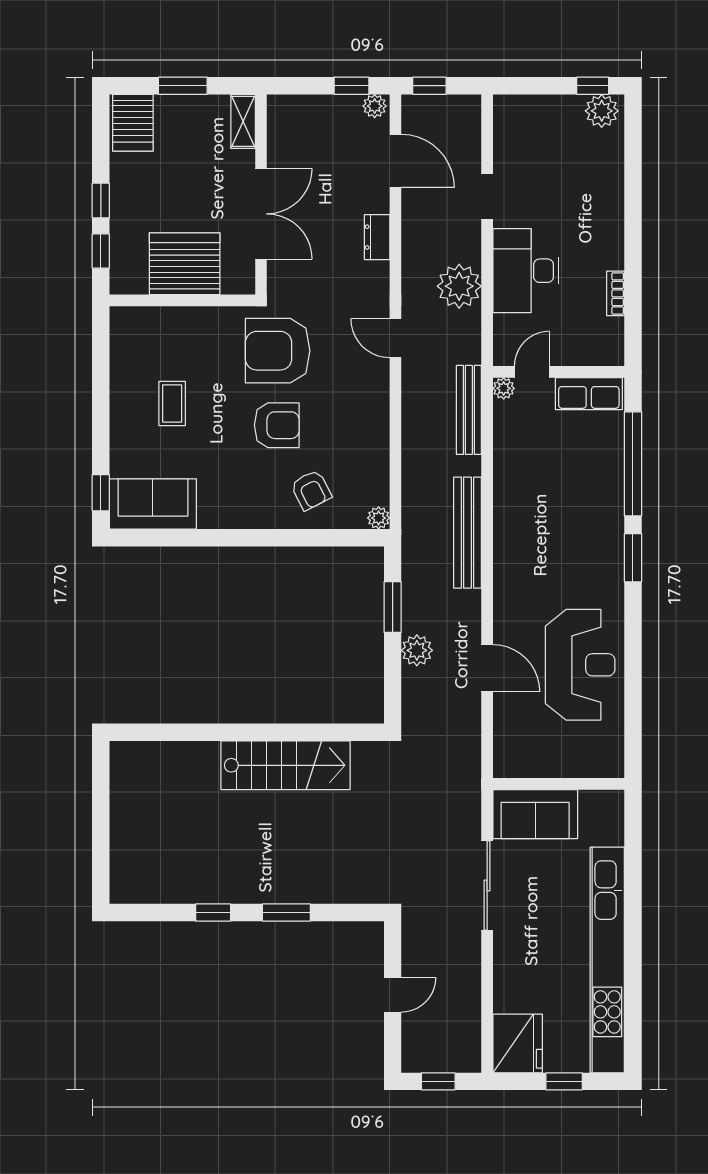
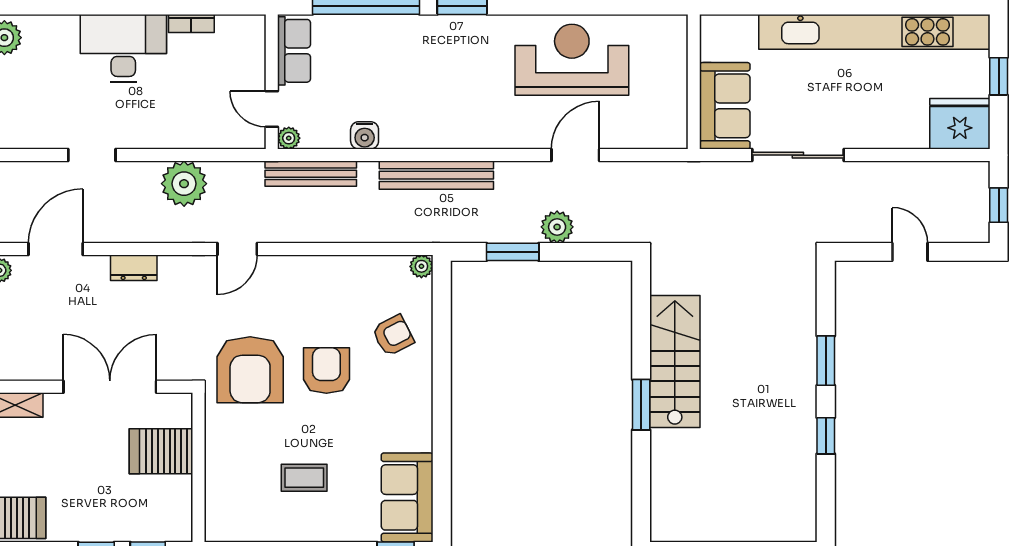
server rack: (185, 264) -> (161, 451), width x0.62
desk: (526, 271) -> (123, 48), moved, turned 180
water cooler: (506, 462) -> (365, 135), added
window: (243, 732) -> (641, 405), added

